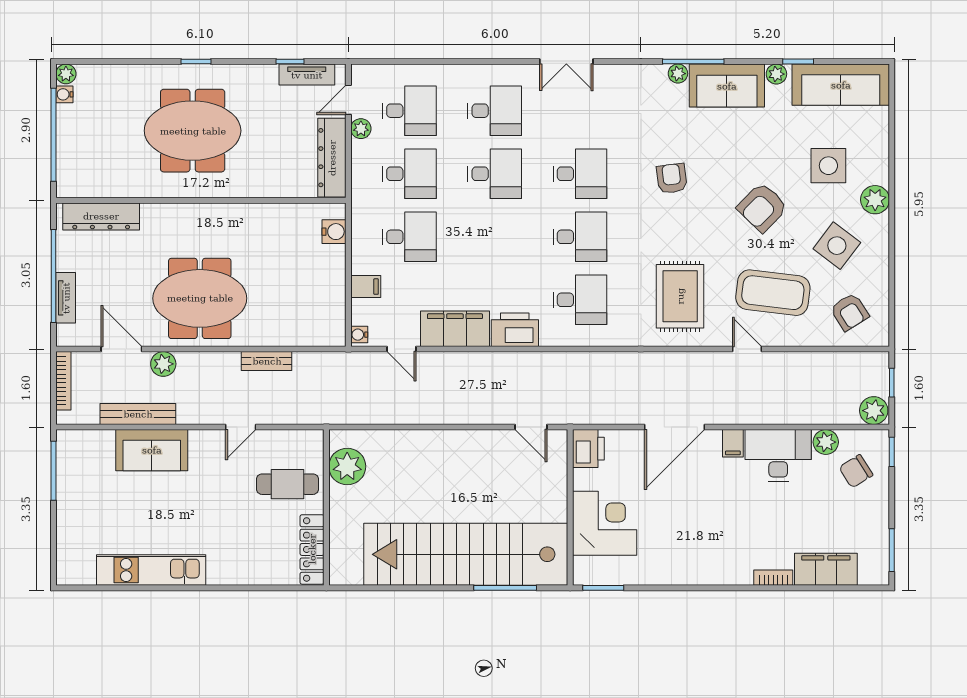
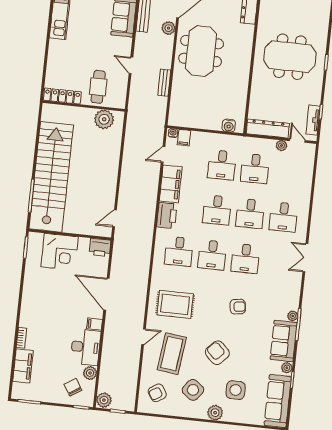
desk: (409, 111) -> (217, 210), moved
meeting table: (193, 131) -> (290, 57), turned 90
filing cabinet: (366, 287) -> (184, 138), moved

